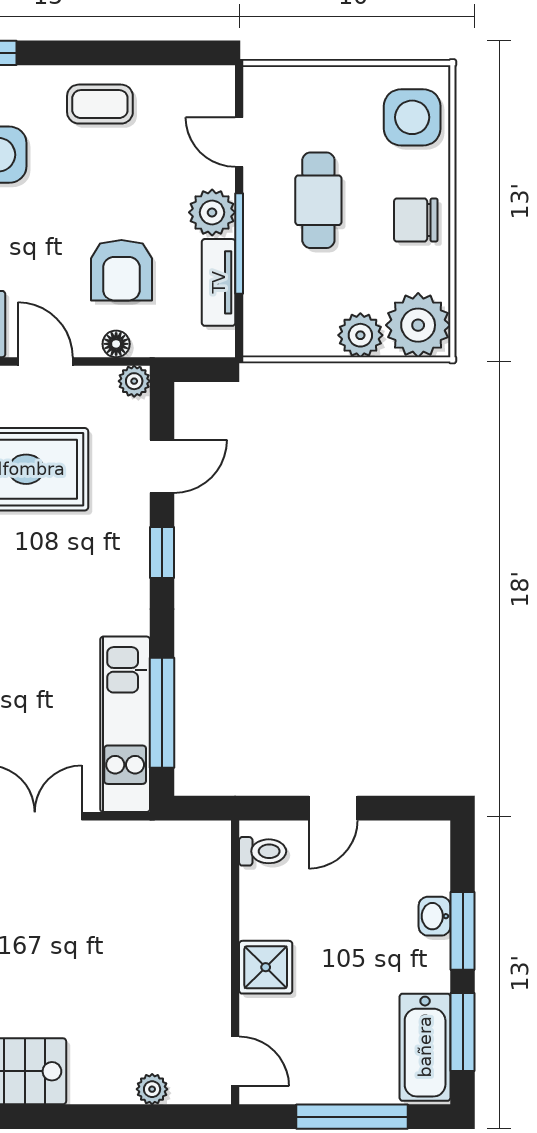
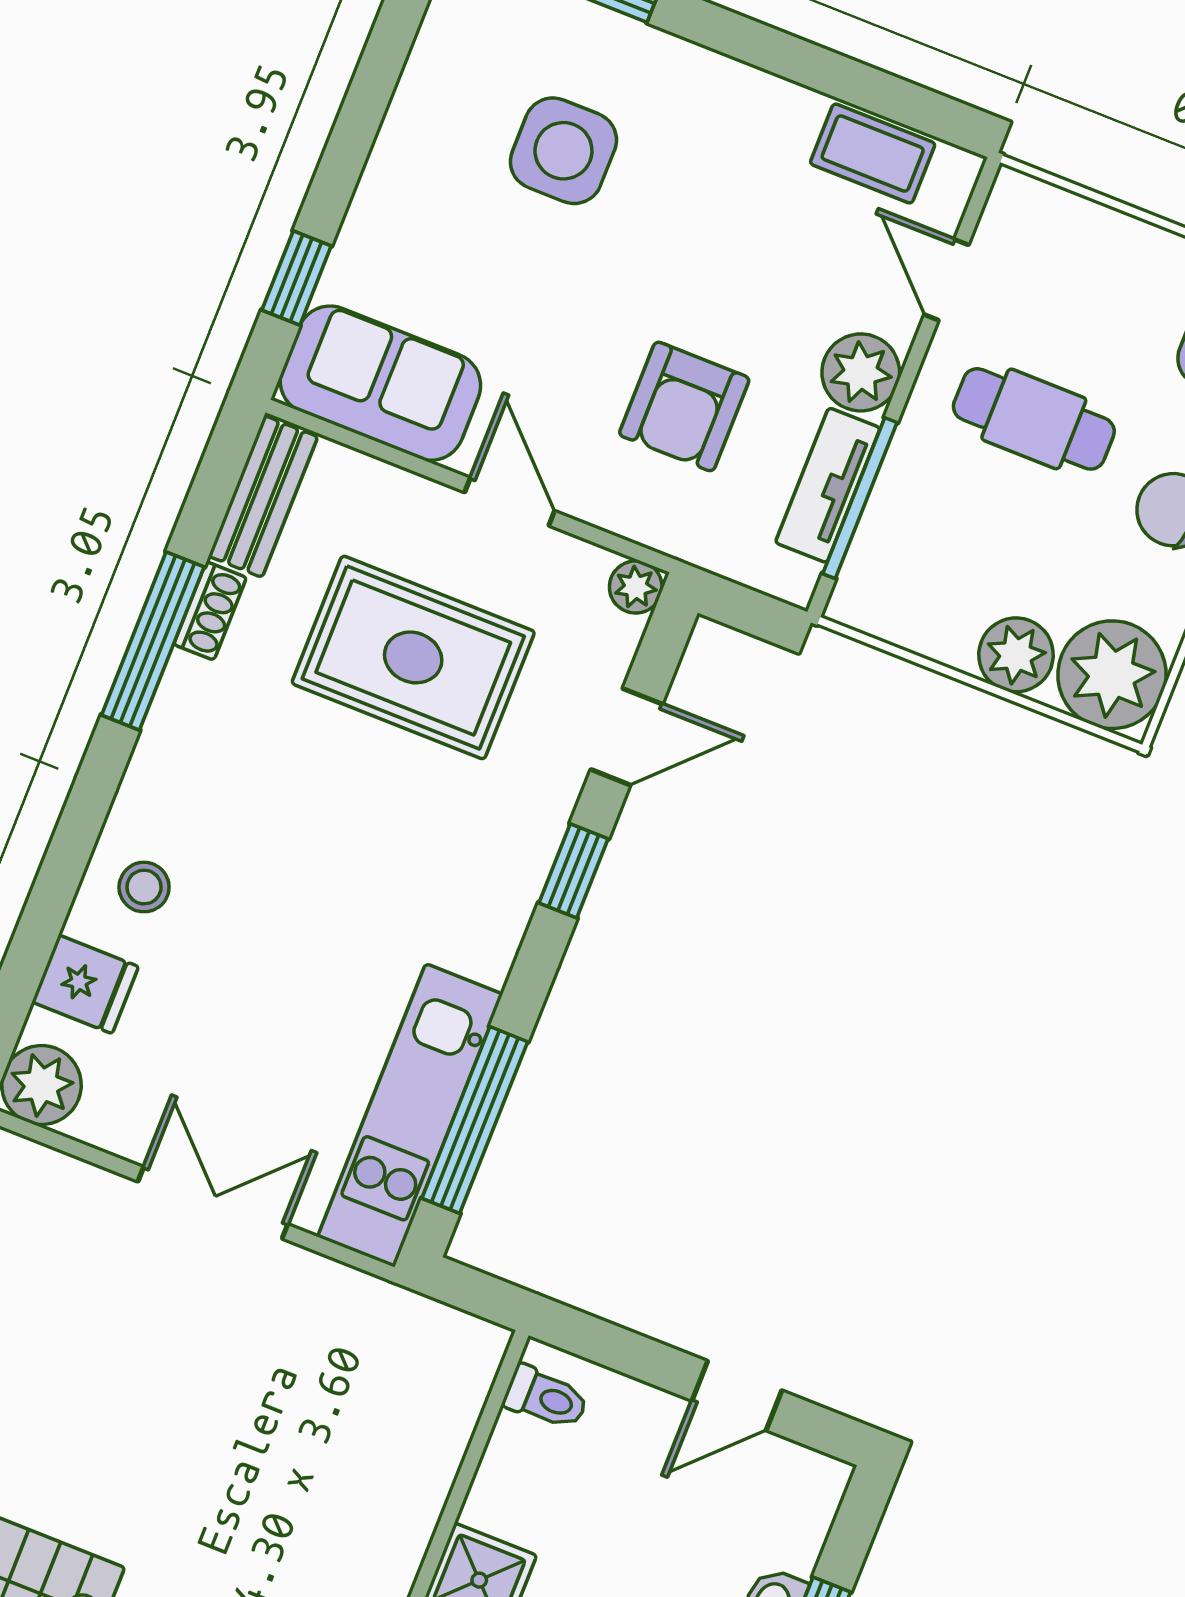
coffee table: (100, 104) -> (873, 153), moved
cafe table: (318, 200) -> (1034, 419), turned 90
window: (239, 243) -> (860, 498), moved
floor lamp: (116, 344) -> (630, 518), removed
door: (333, 808) -> (737, 1396), moved

